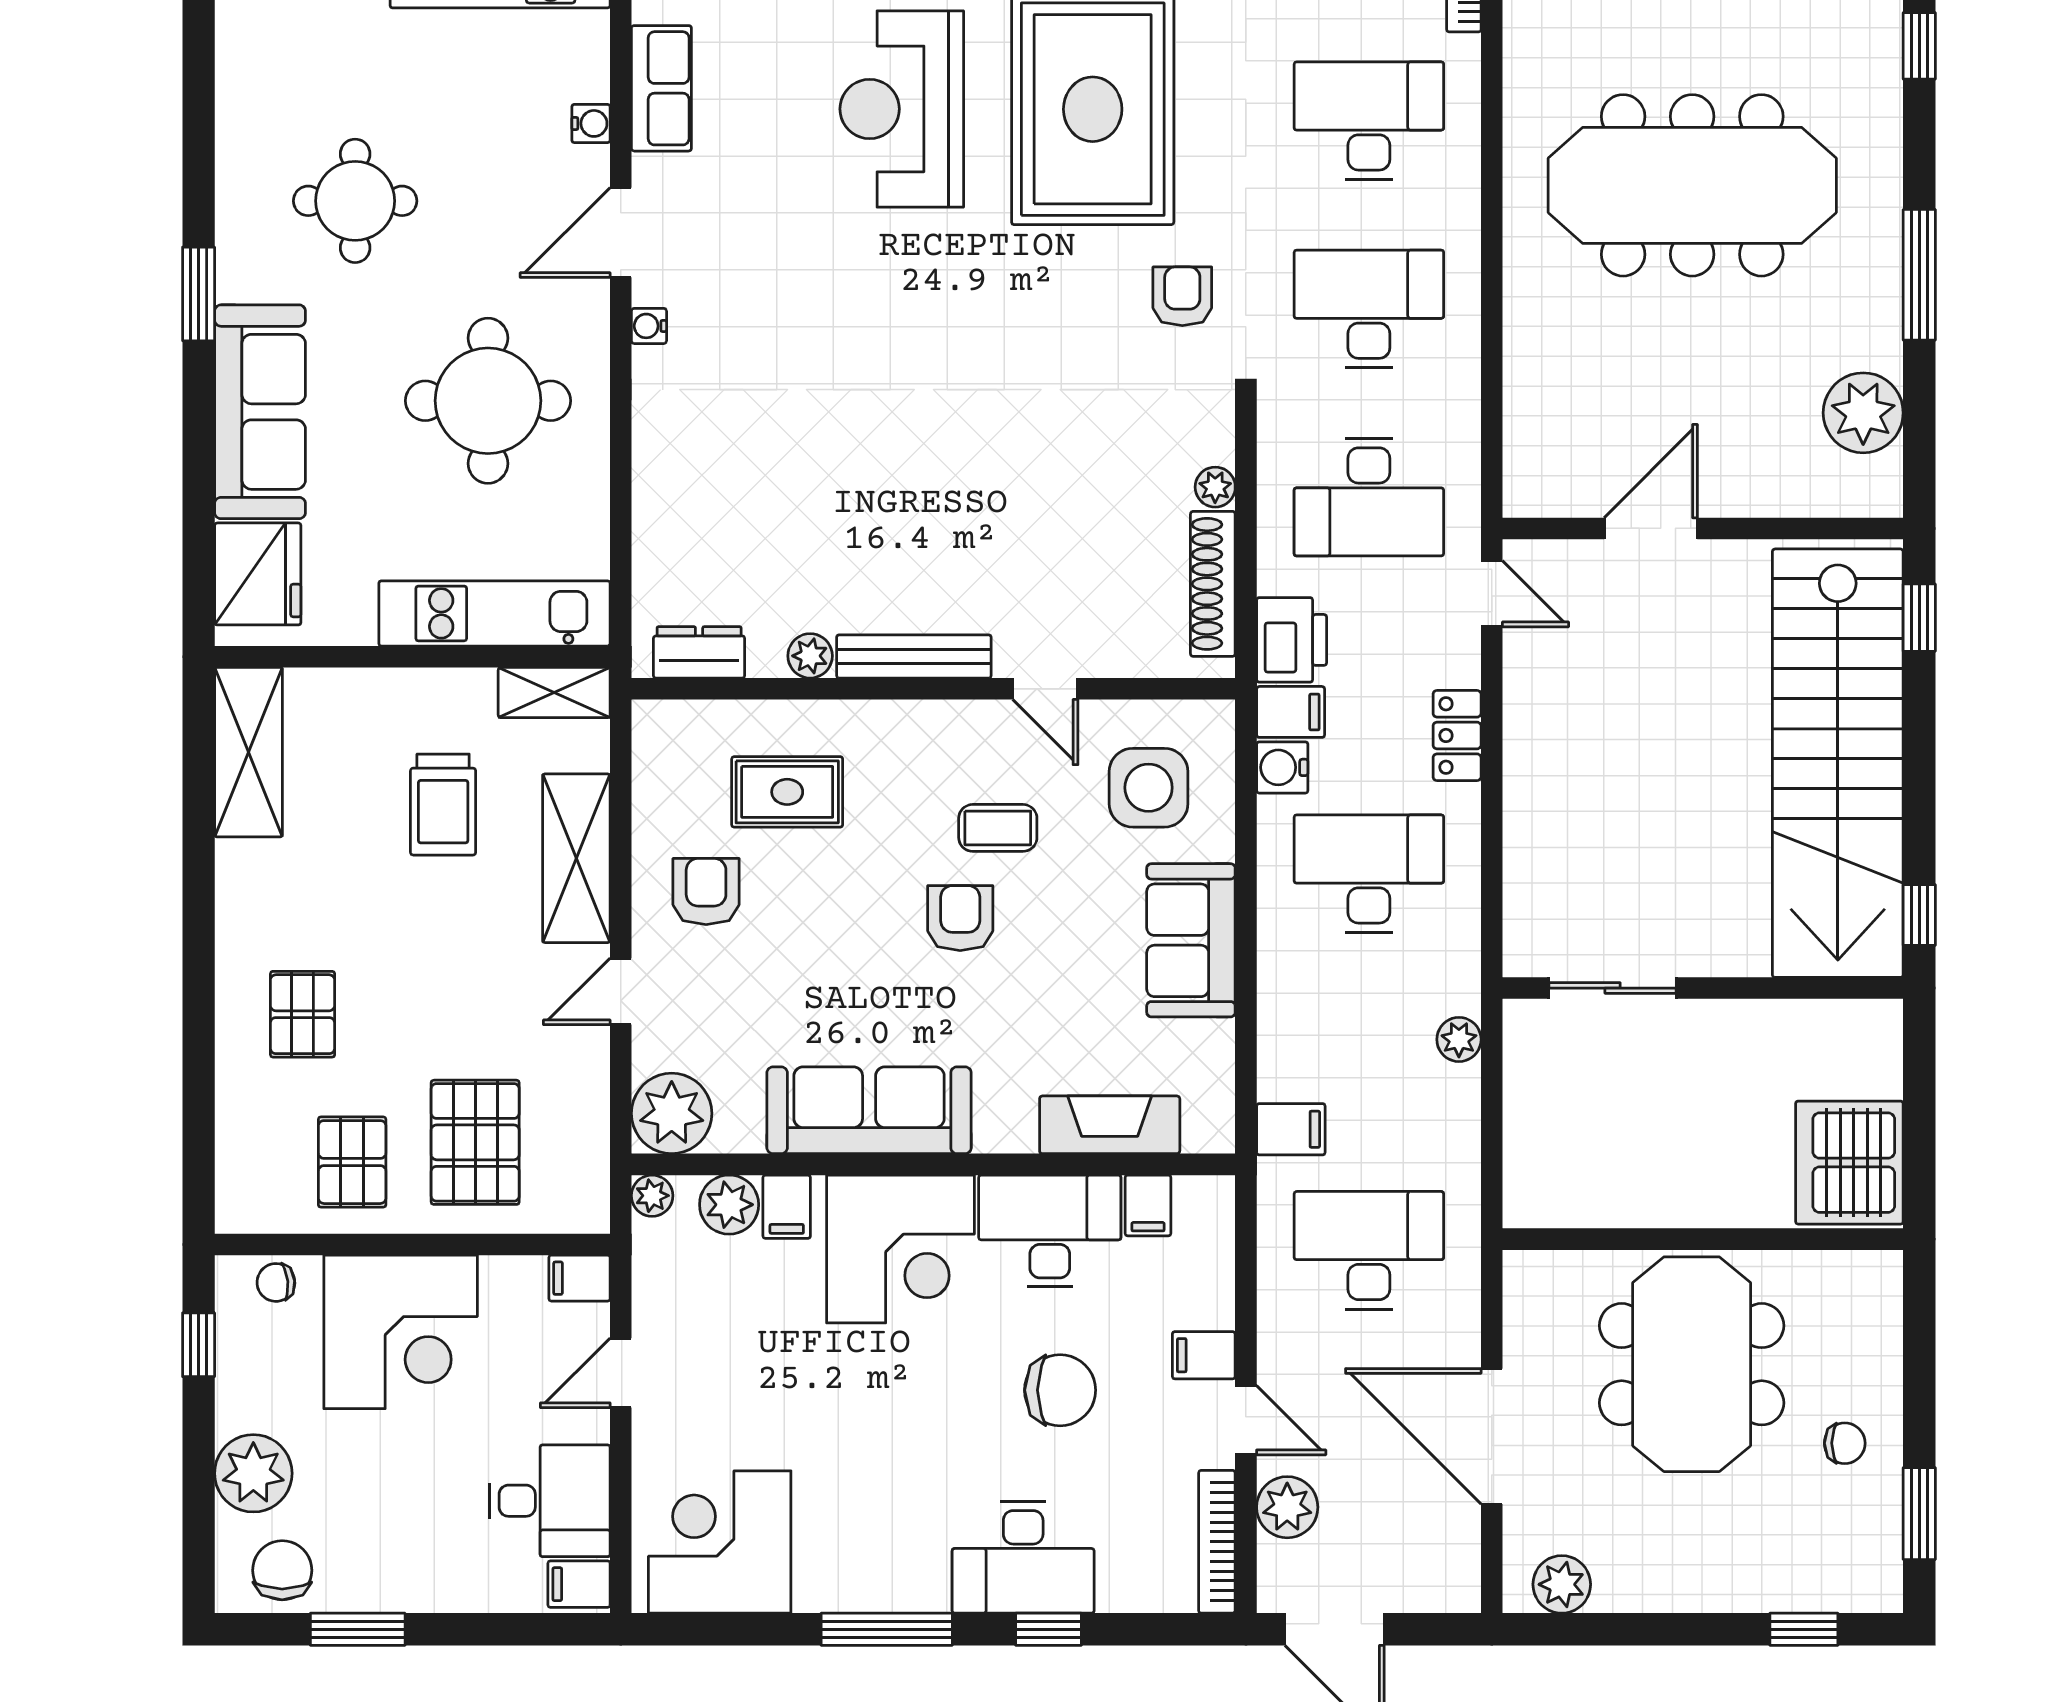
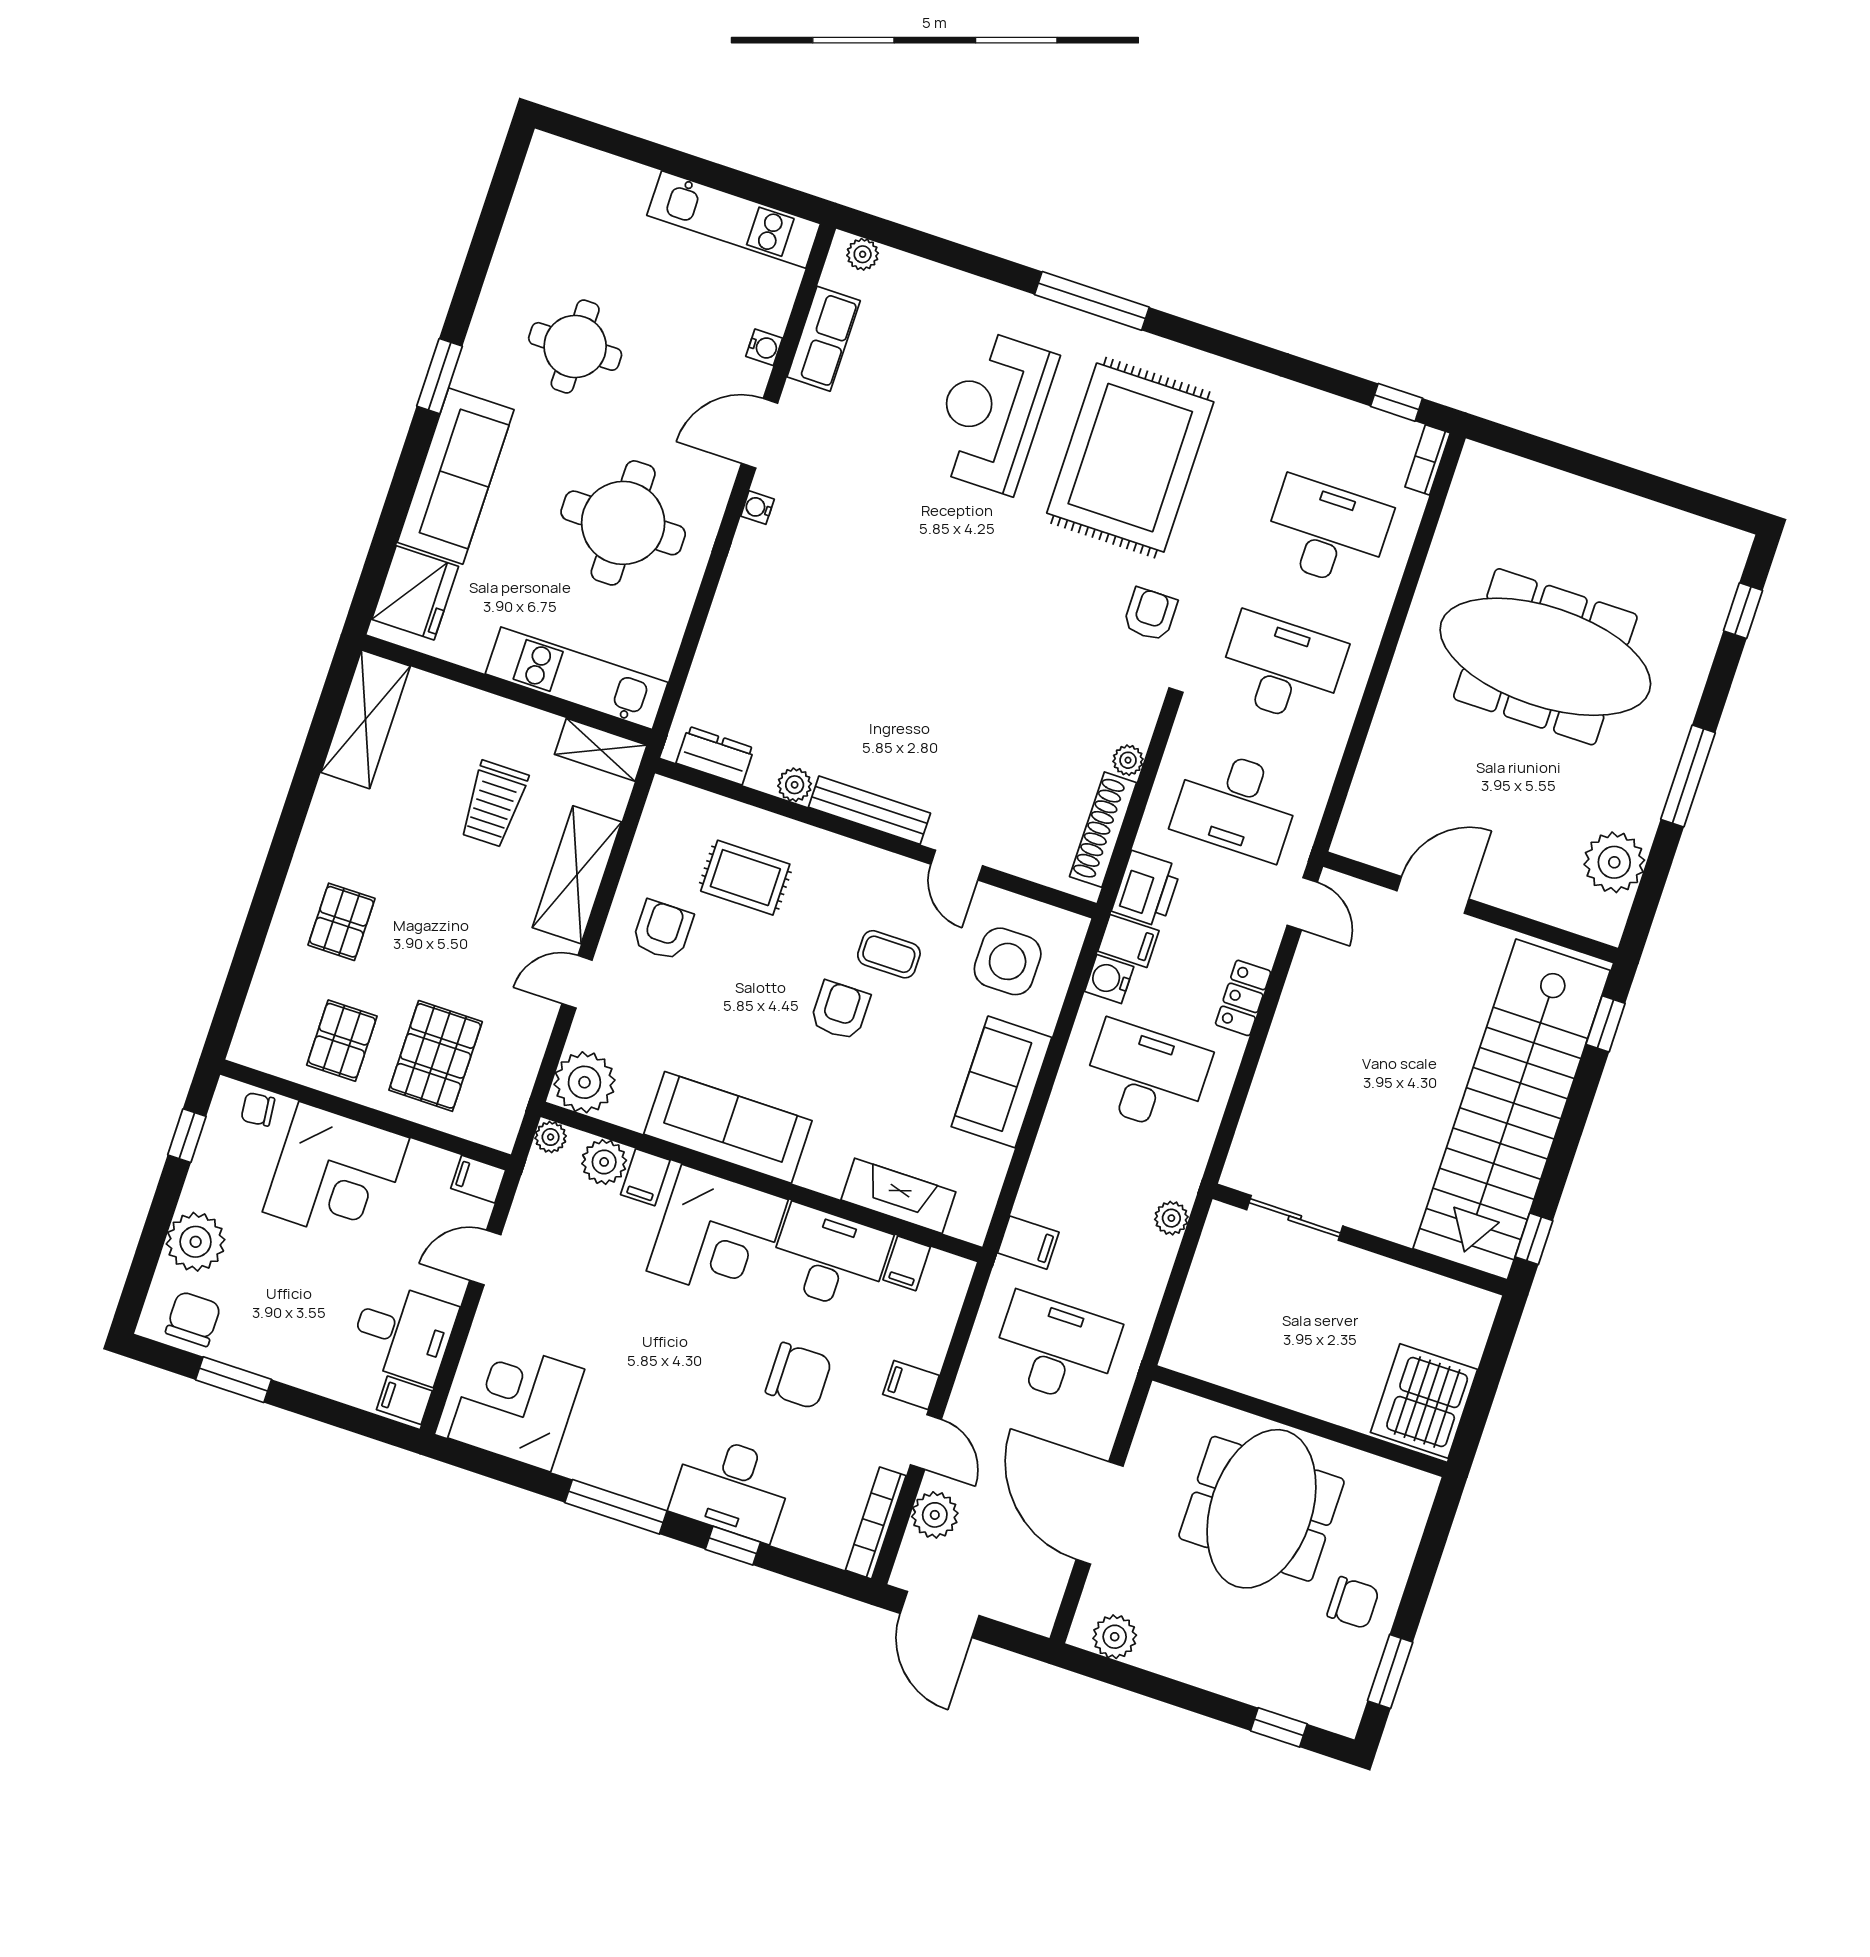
chair: (1845, 1443) -> (1353, 1603), width x1.37, depth x1.37

